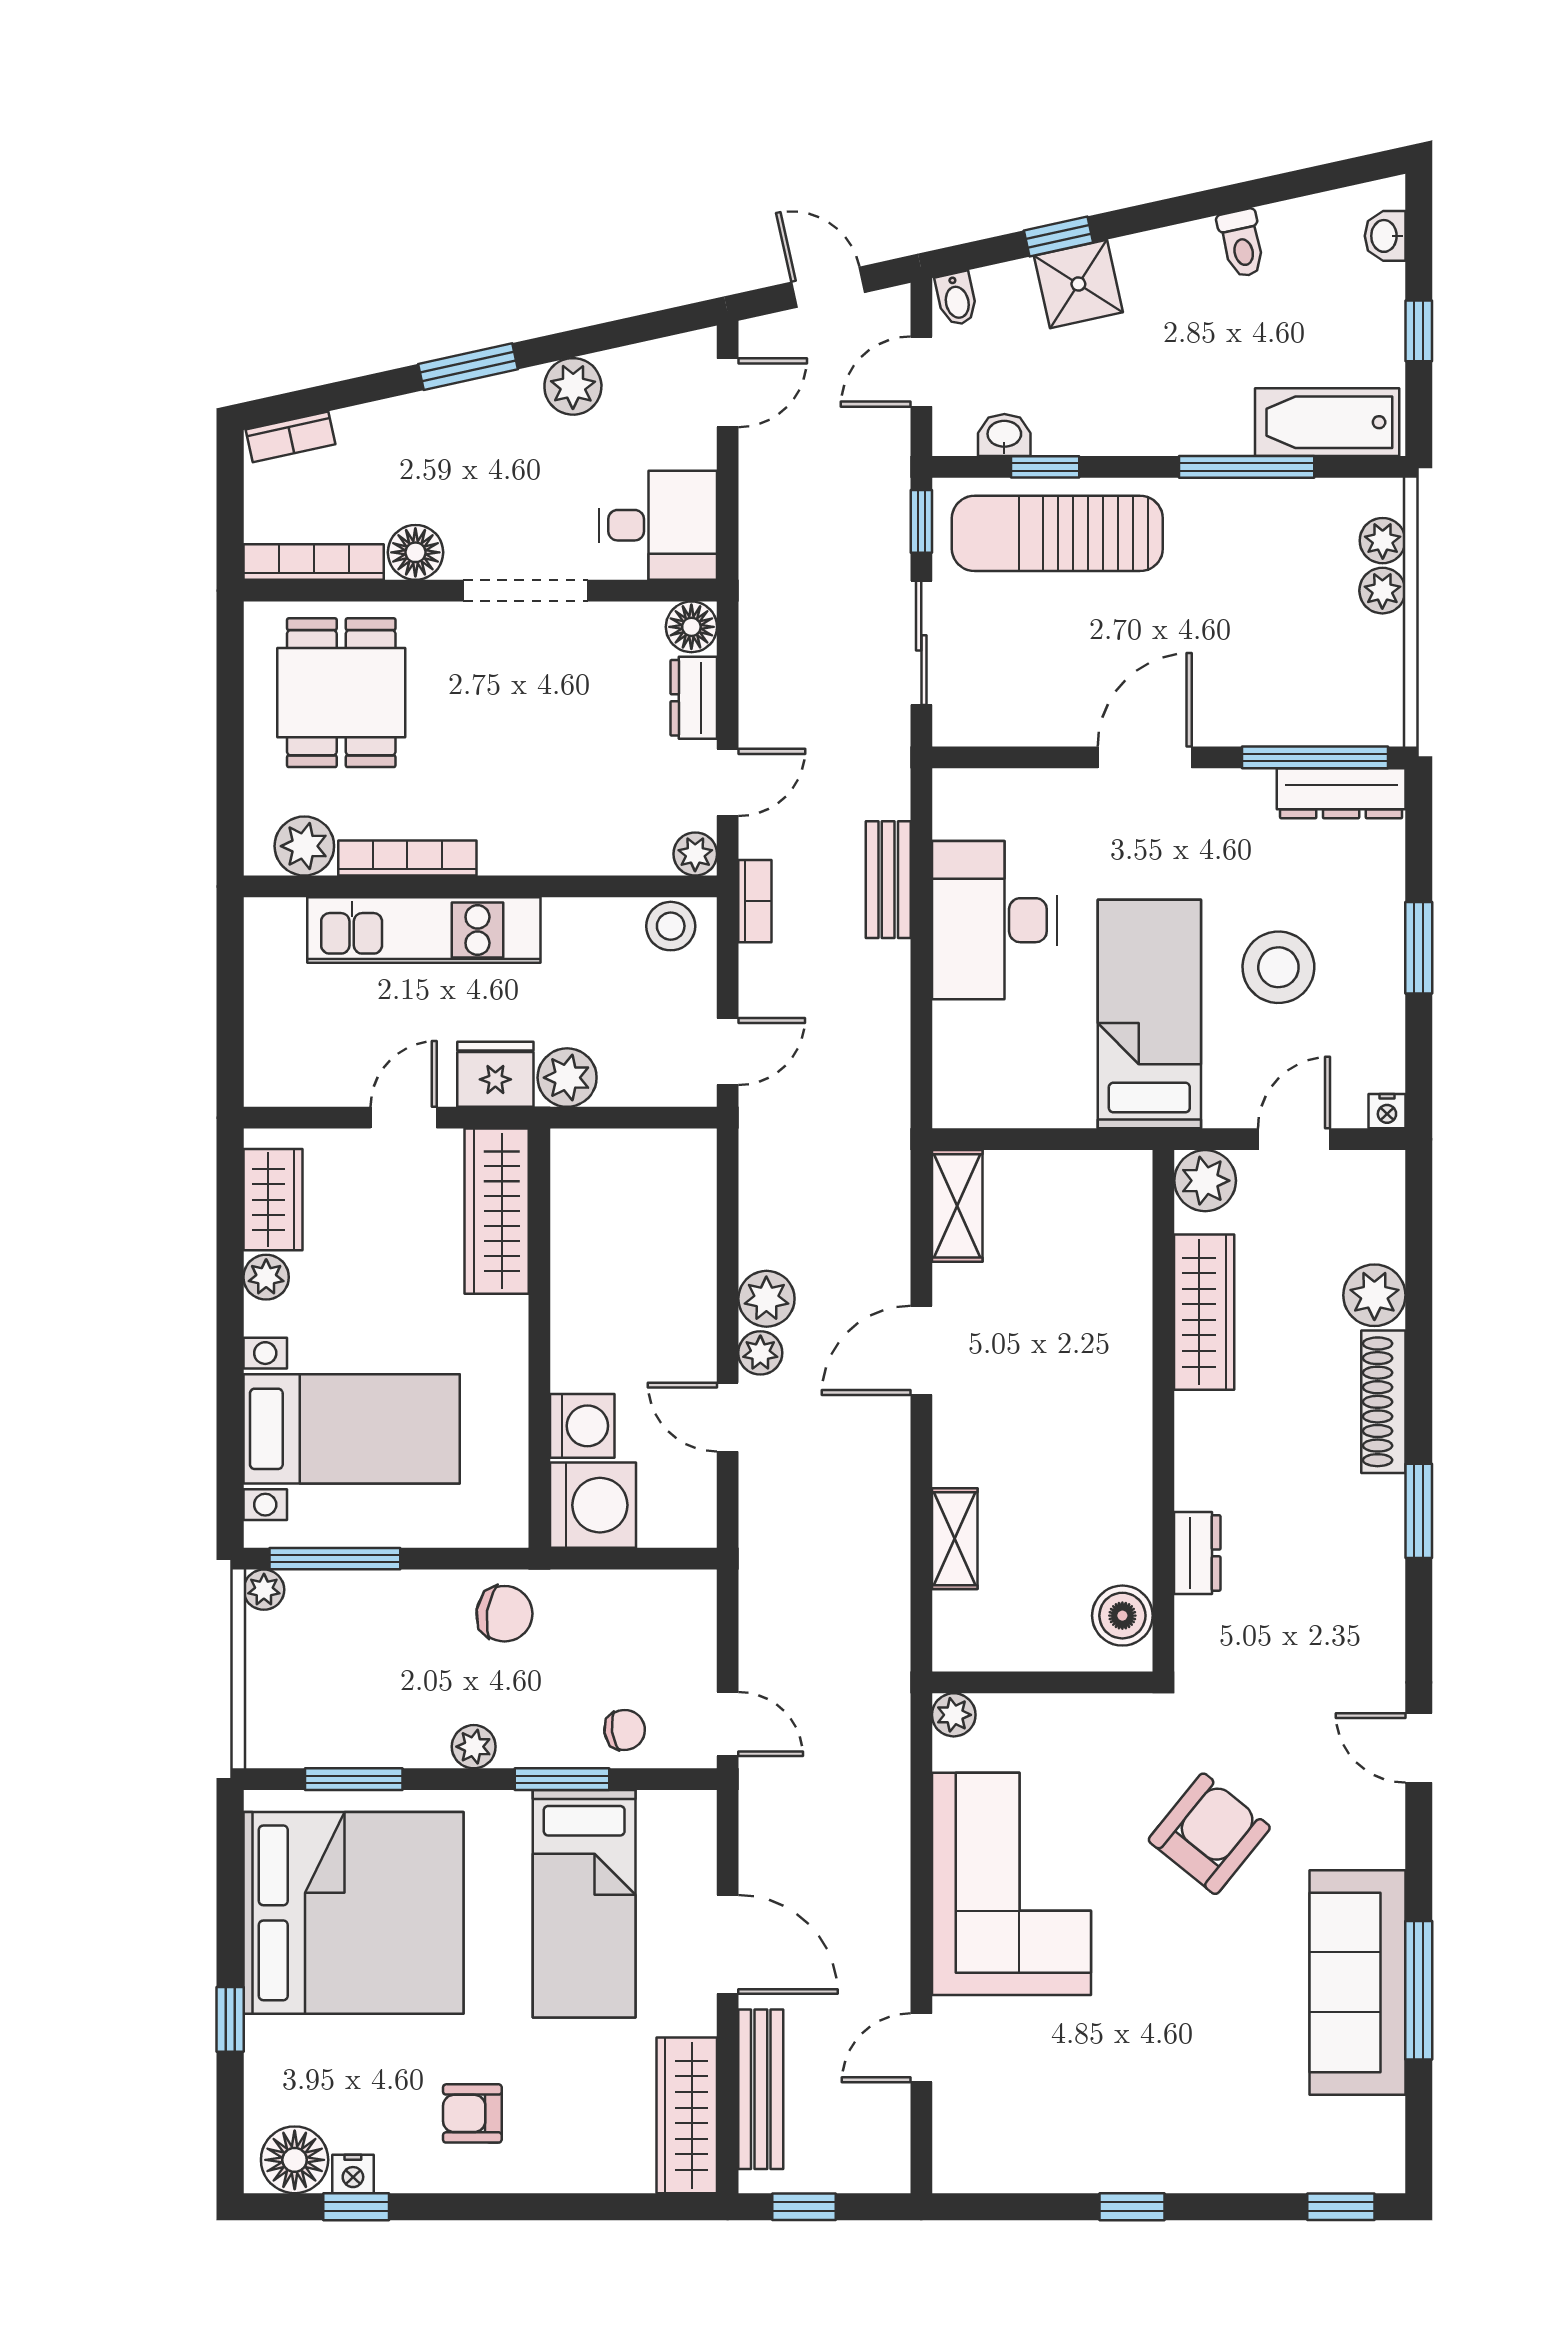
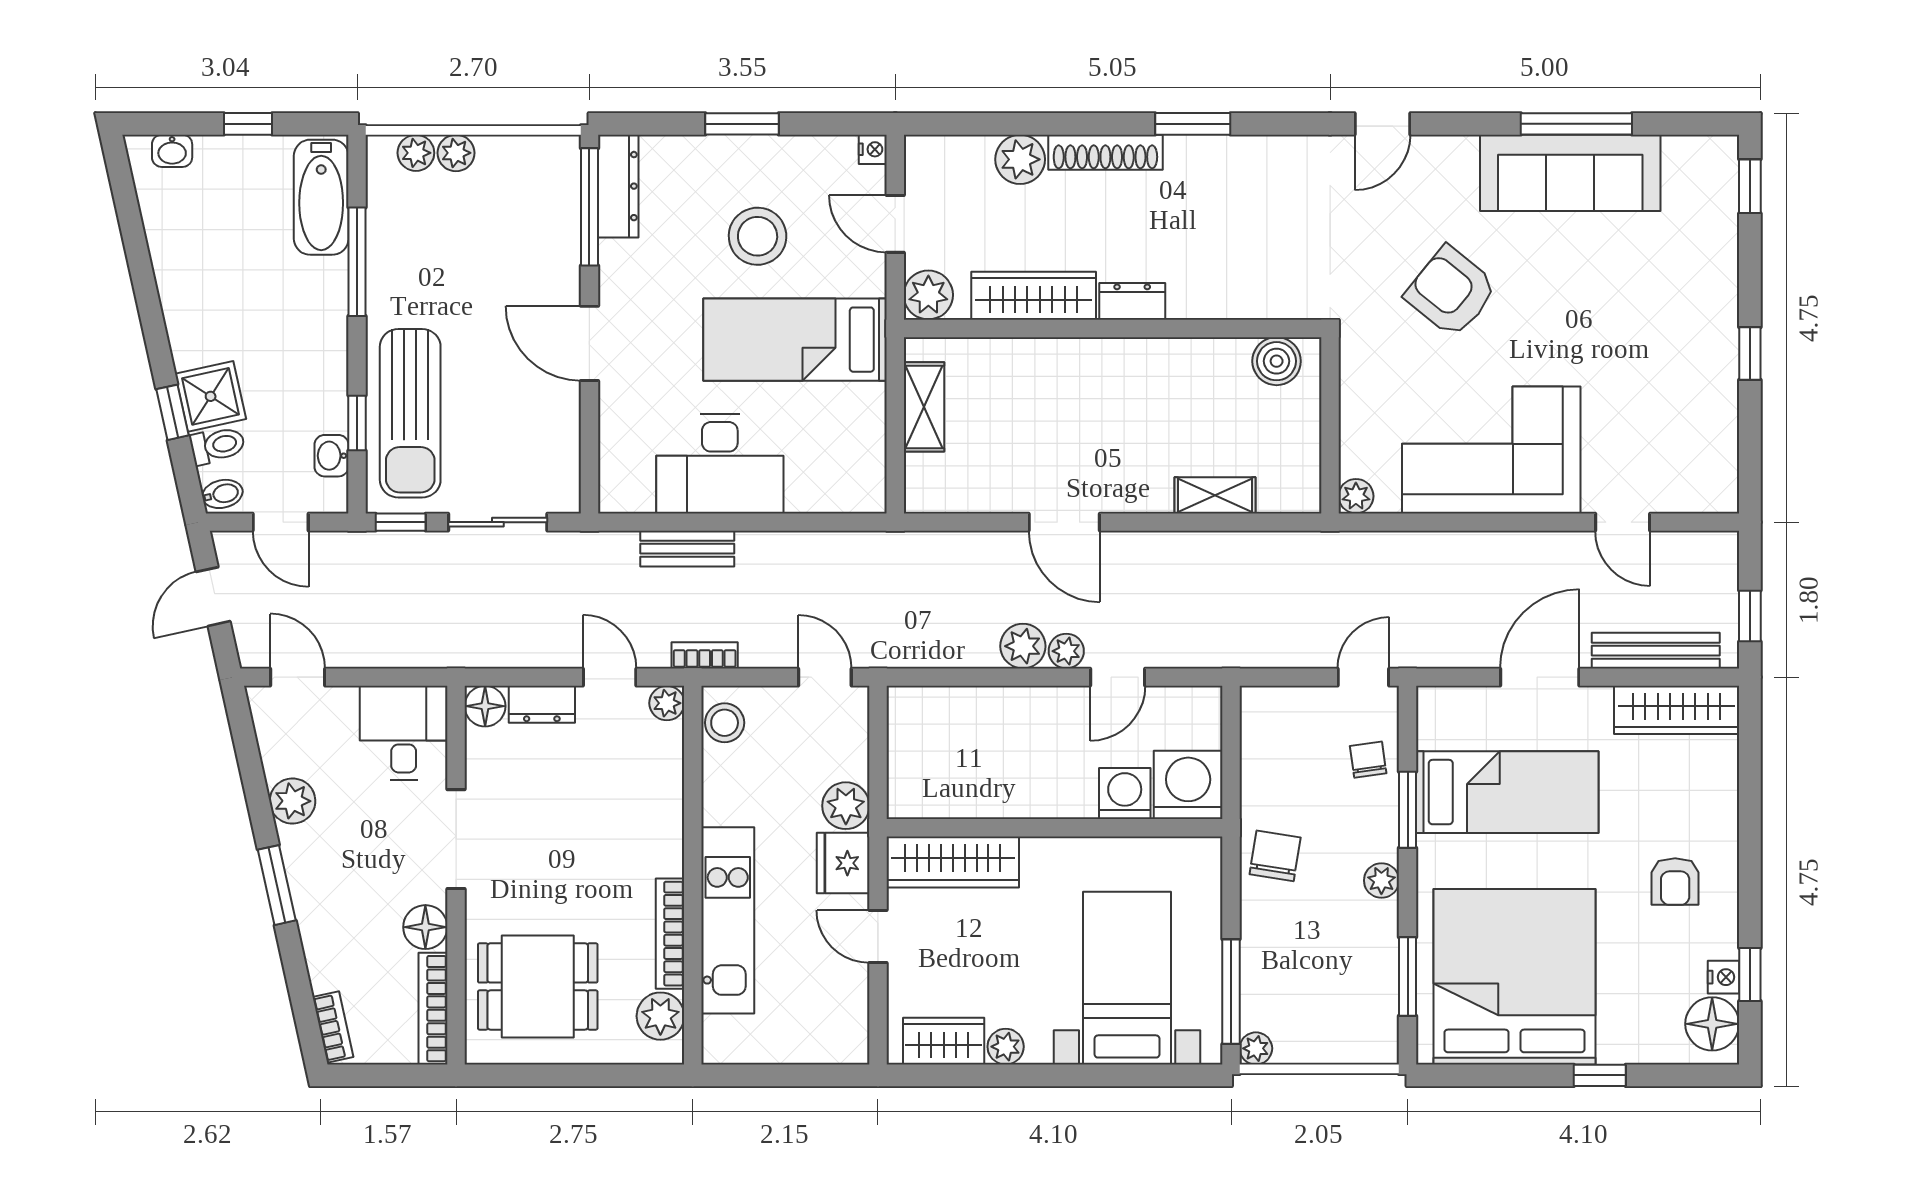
toilet: (1242, 243) -> (218, 445), moved
shelving: (957, 1206) -> (924, 407), moved, turned 90
dresser: (1197, 1553) -> (1132, 301), moved

